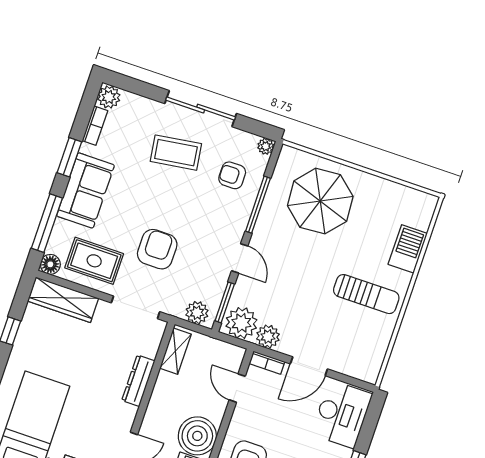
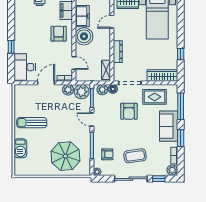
window: (143, 89) -> (159, 179), added
floor lamp: (50, 264) -> (113, 89), moved

